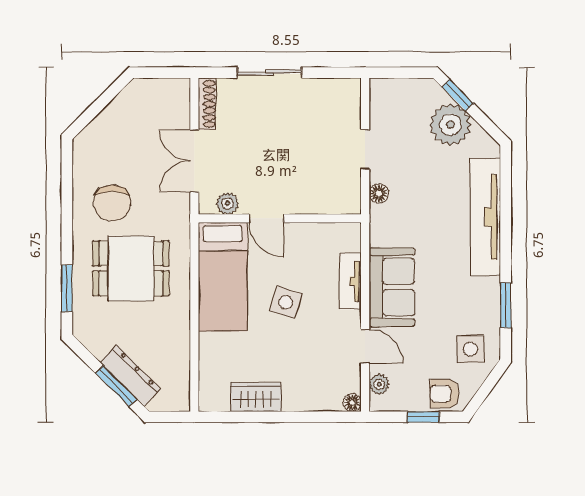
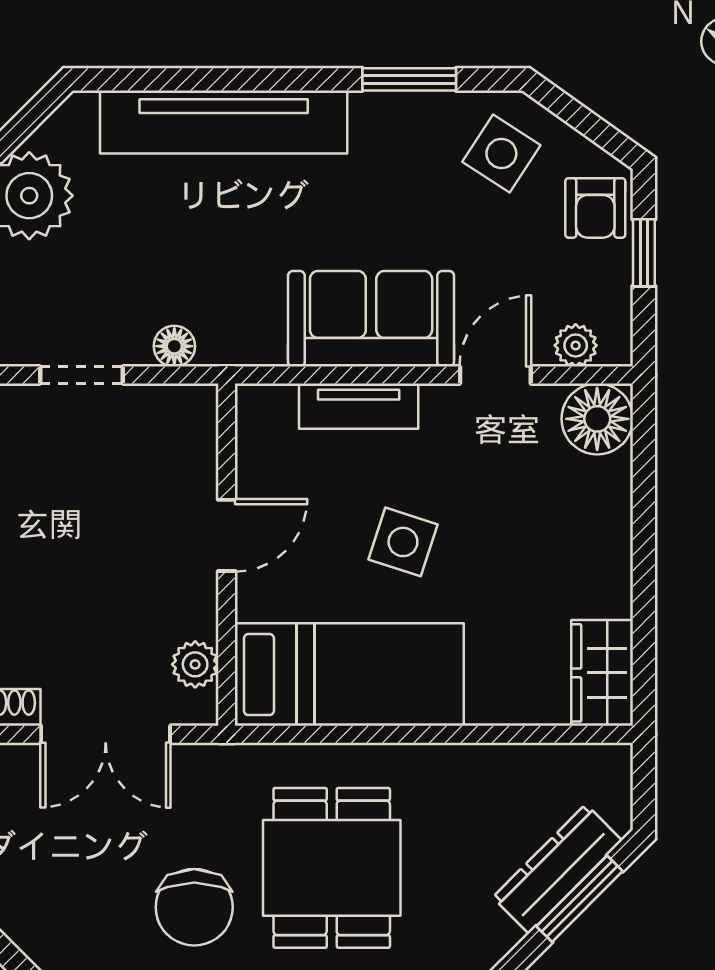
chair: (112, 203) -> (194, 907), turned 90
door: (266, 218) -> (227, 535), moved
side table: (470, 349) -> (501, 154), turned 34
wardrobe: (256, 397) -> (602, 673), moved
floor lamp: (352, 403) -> (597, 419), width x1.89, depth x1.89

